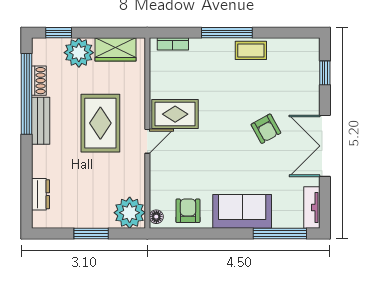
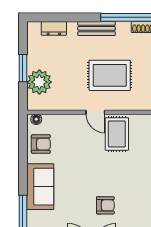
bench: (41, 121) -> (97, 28), moved
armchair: (266, 129) -> (105, 205), turned -151
plant: (130, 213) -> (39, 82), moved

